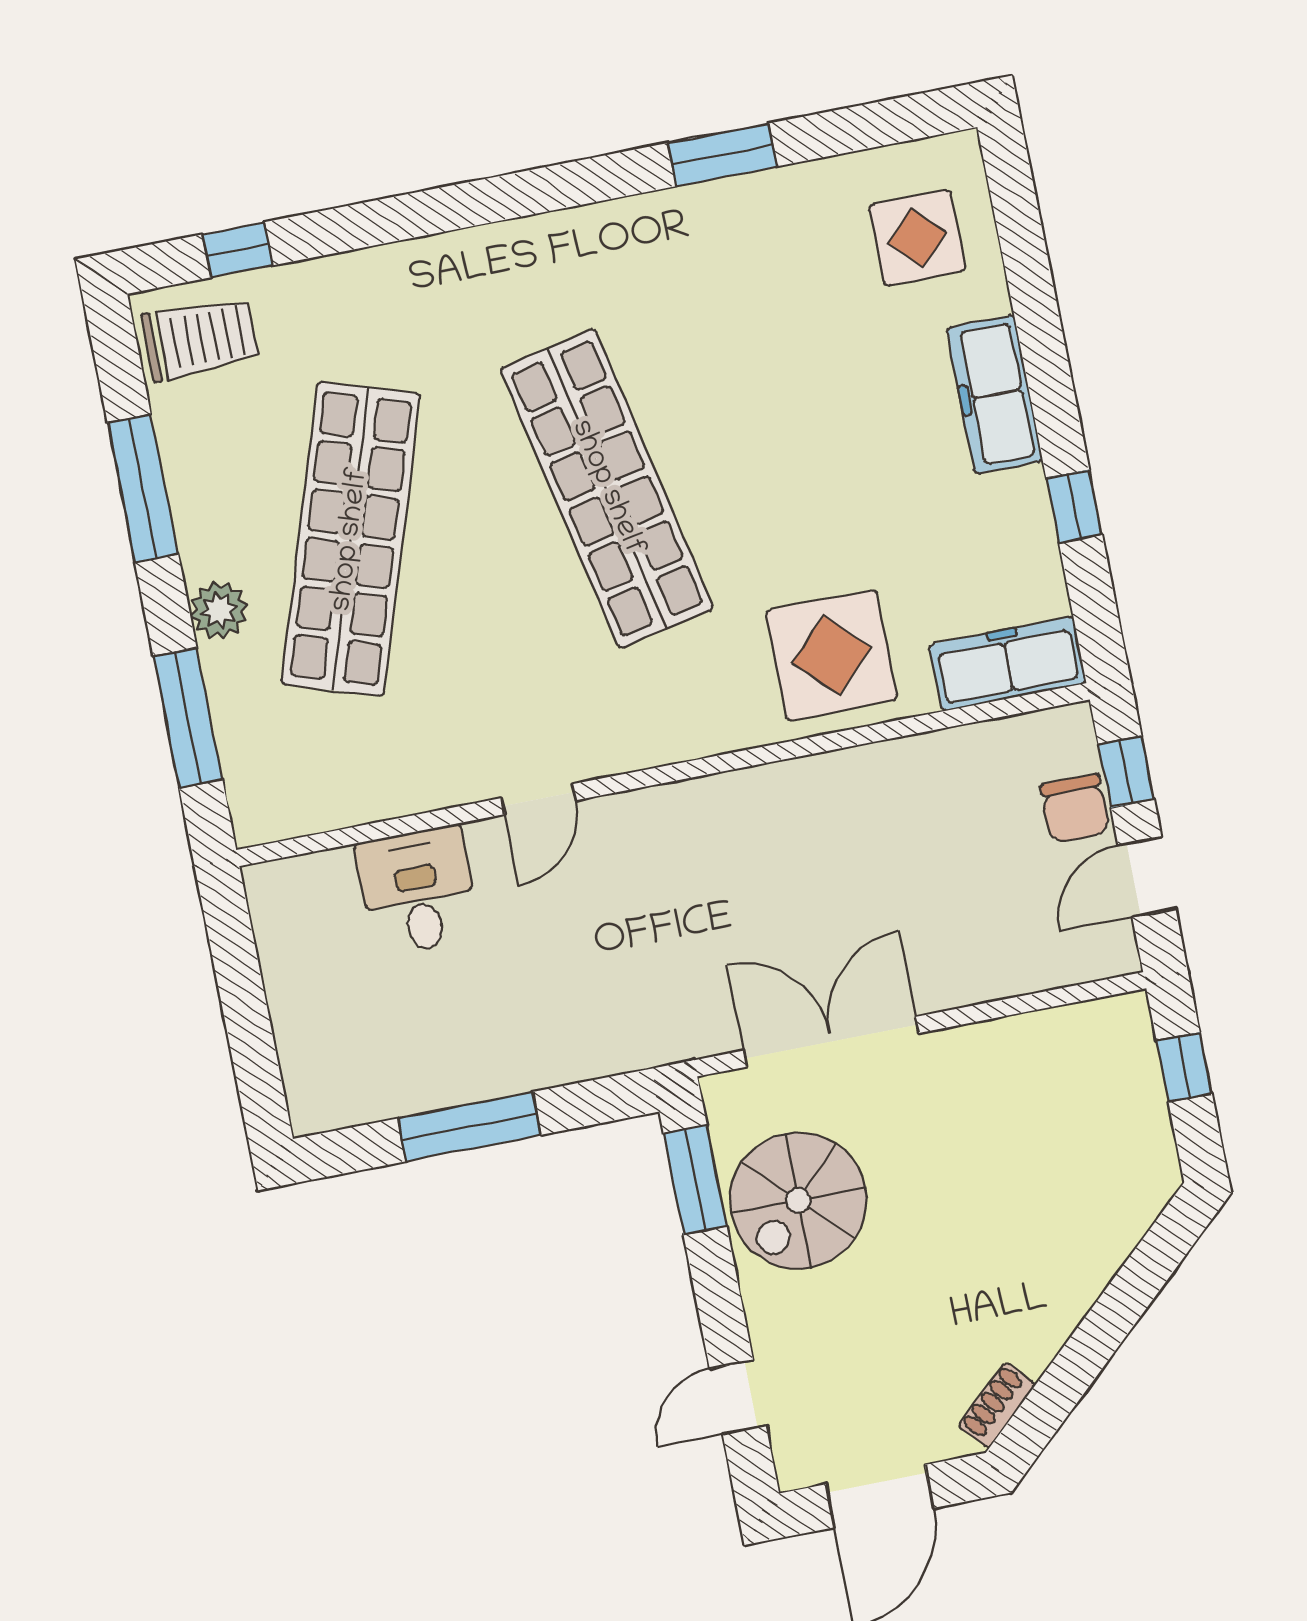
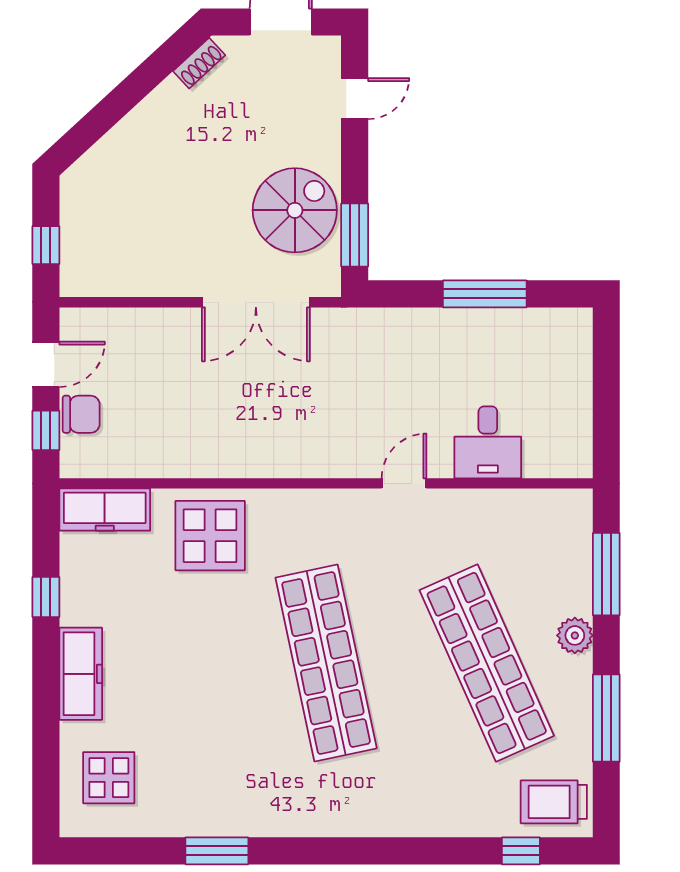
shop shelf: (351, 539) -> (487, 663), turned -42
chair: (1075, 808) -> (81, 414), turned 90

